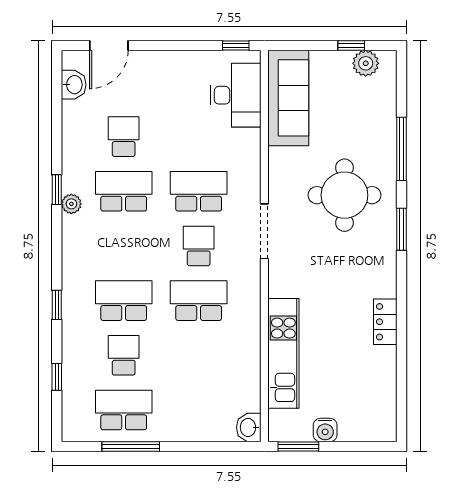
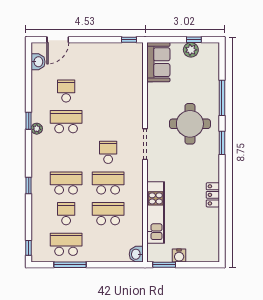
plant: (366, 63) -> (191, 50), moved
desk: (236, 95) -> (129, 68), removed
sofa: (288, 98) -> (158, 62), width x0.73
school desk: (199, 191) -> (108, 214), moved
window: (57, 377) -> (29, 248), moved

